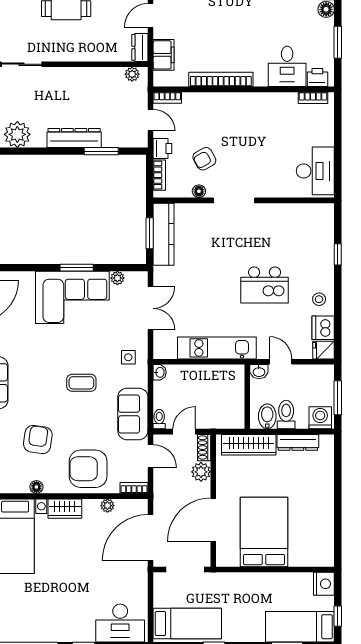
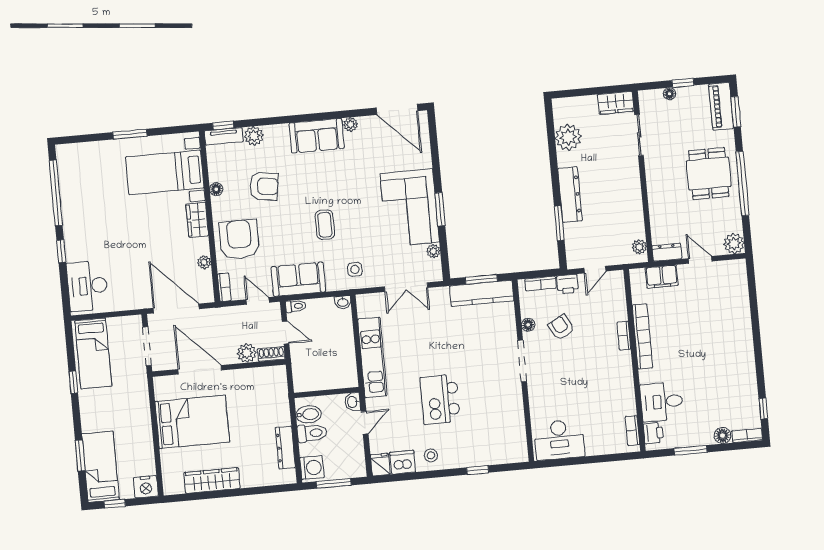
bookcase: (167, 98) -> (624, 336), moved
wardrobe: (249, 445) -> (212, 480), moved, turned 90
door: (151, 456) -> (258, 301), swing flipped

